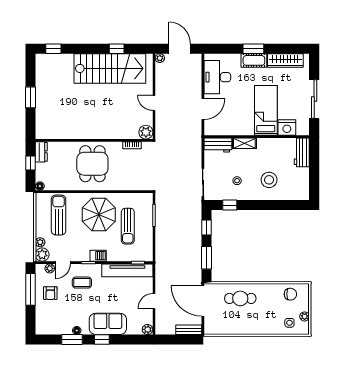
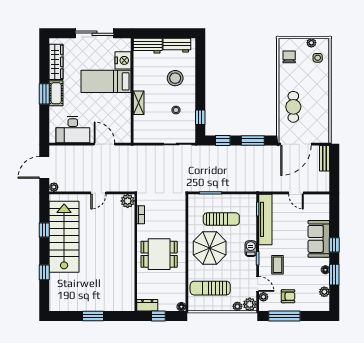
window: (53, 49) -> (44, 272), moved
workbench: (218, 145) -> (177, 45), moved, turned 90
plant: (148, 329) -> (324, 292), moved

